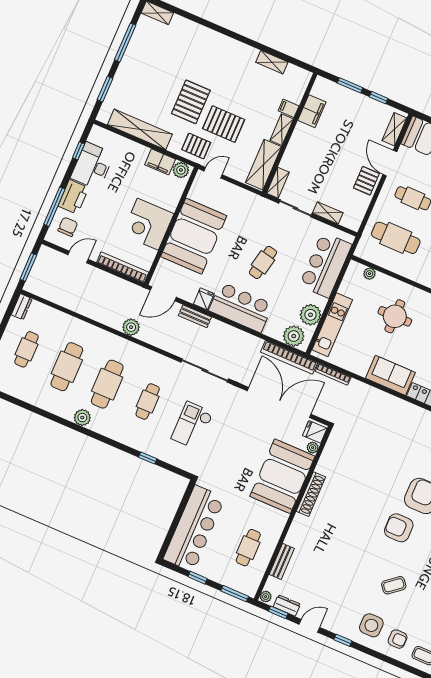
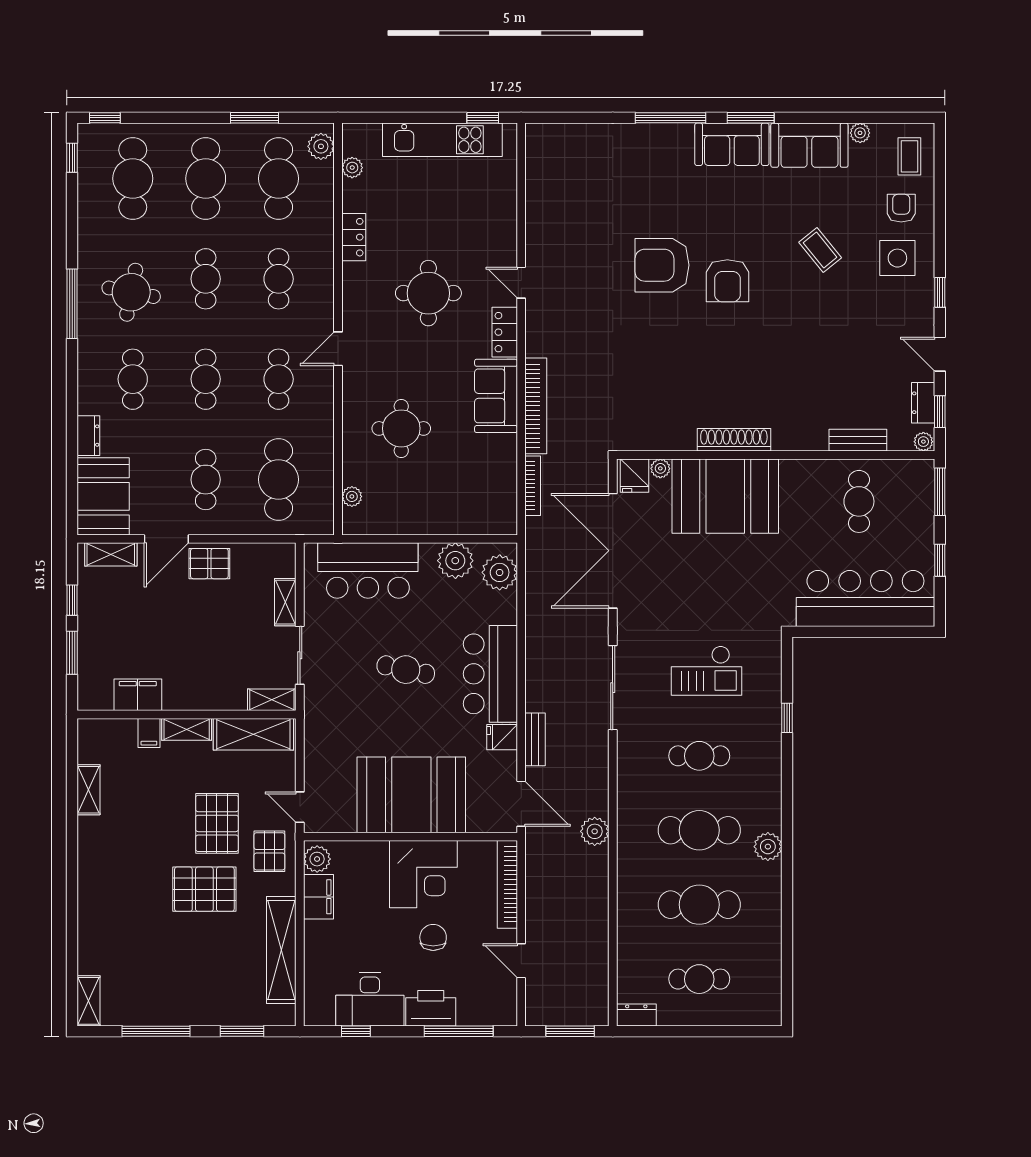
chair: (68, 227) -> (433, 937), moved, turned 90
kitchen unit: (332, 325) -> (456, 520), removed
bookcase: (289, 357) -> (536, 406), moved
cafe table: (248, 548) -> (859, 501), turned 90

